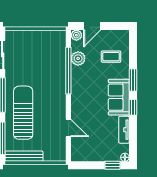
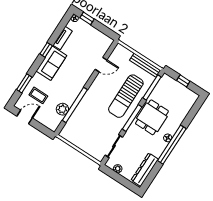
door: (92, 26) -> (25, 117), moved
plant: (76, 35) -> (53, 126), removed
window: (133, 80) -> (24, 83), moved
door: (68, 128) -> (101, 65), swing flipped

